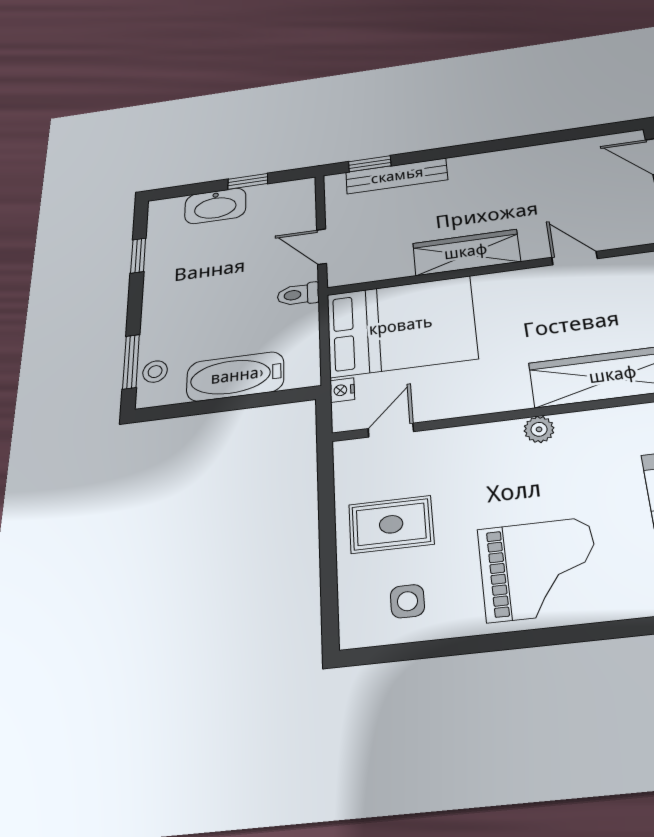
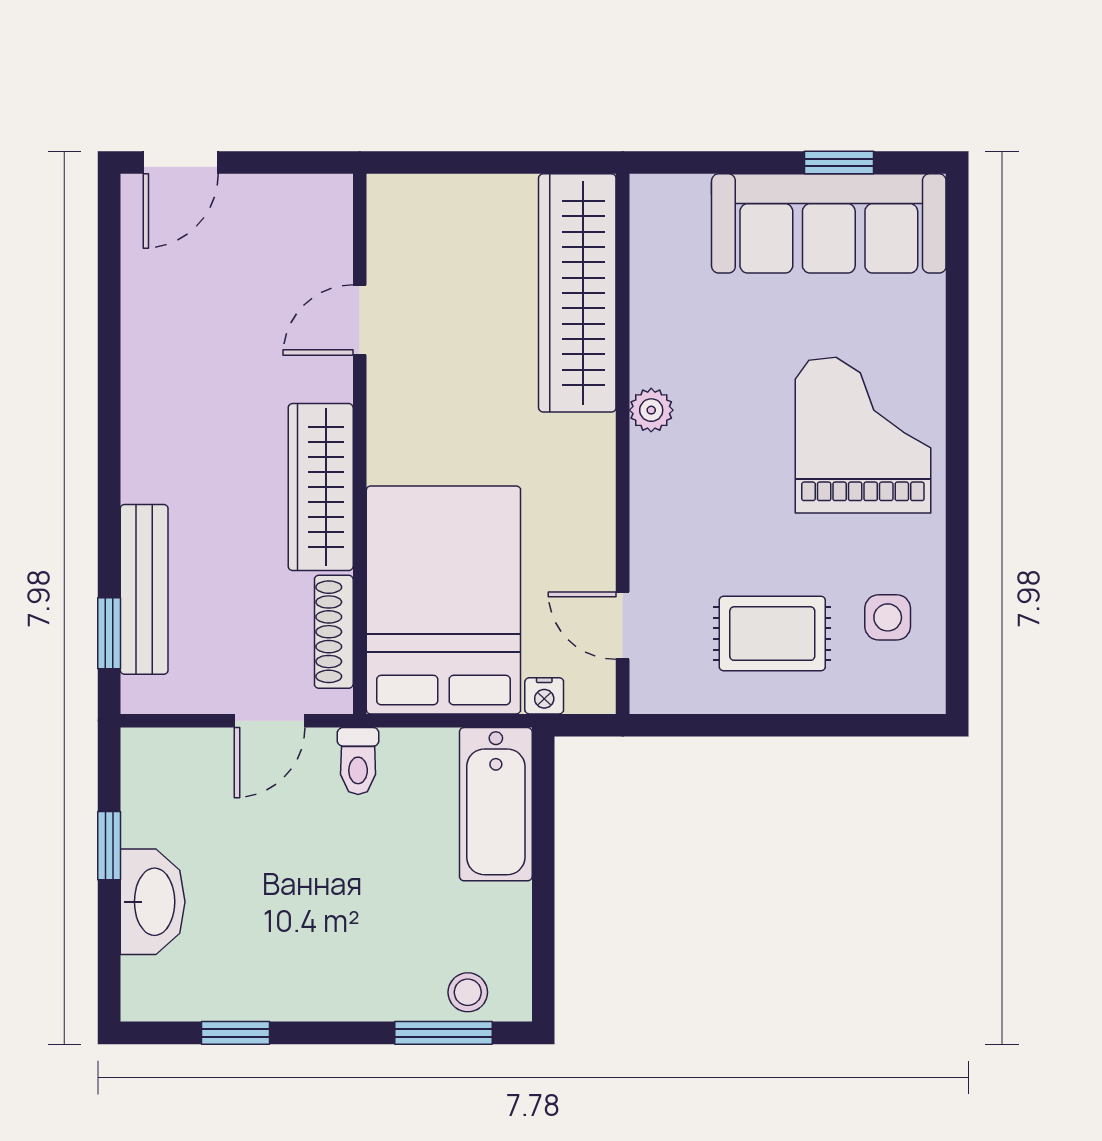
shoe rack: (377, 271) -> (334, 632), added
bathtub: (235, 376) -> (496, 804), moved
rug: (391, 524) -> (772, 634), turned 90

